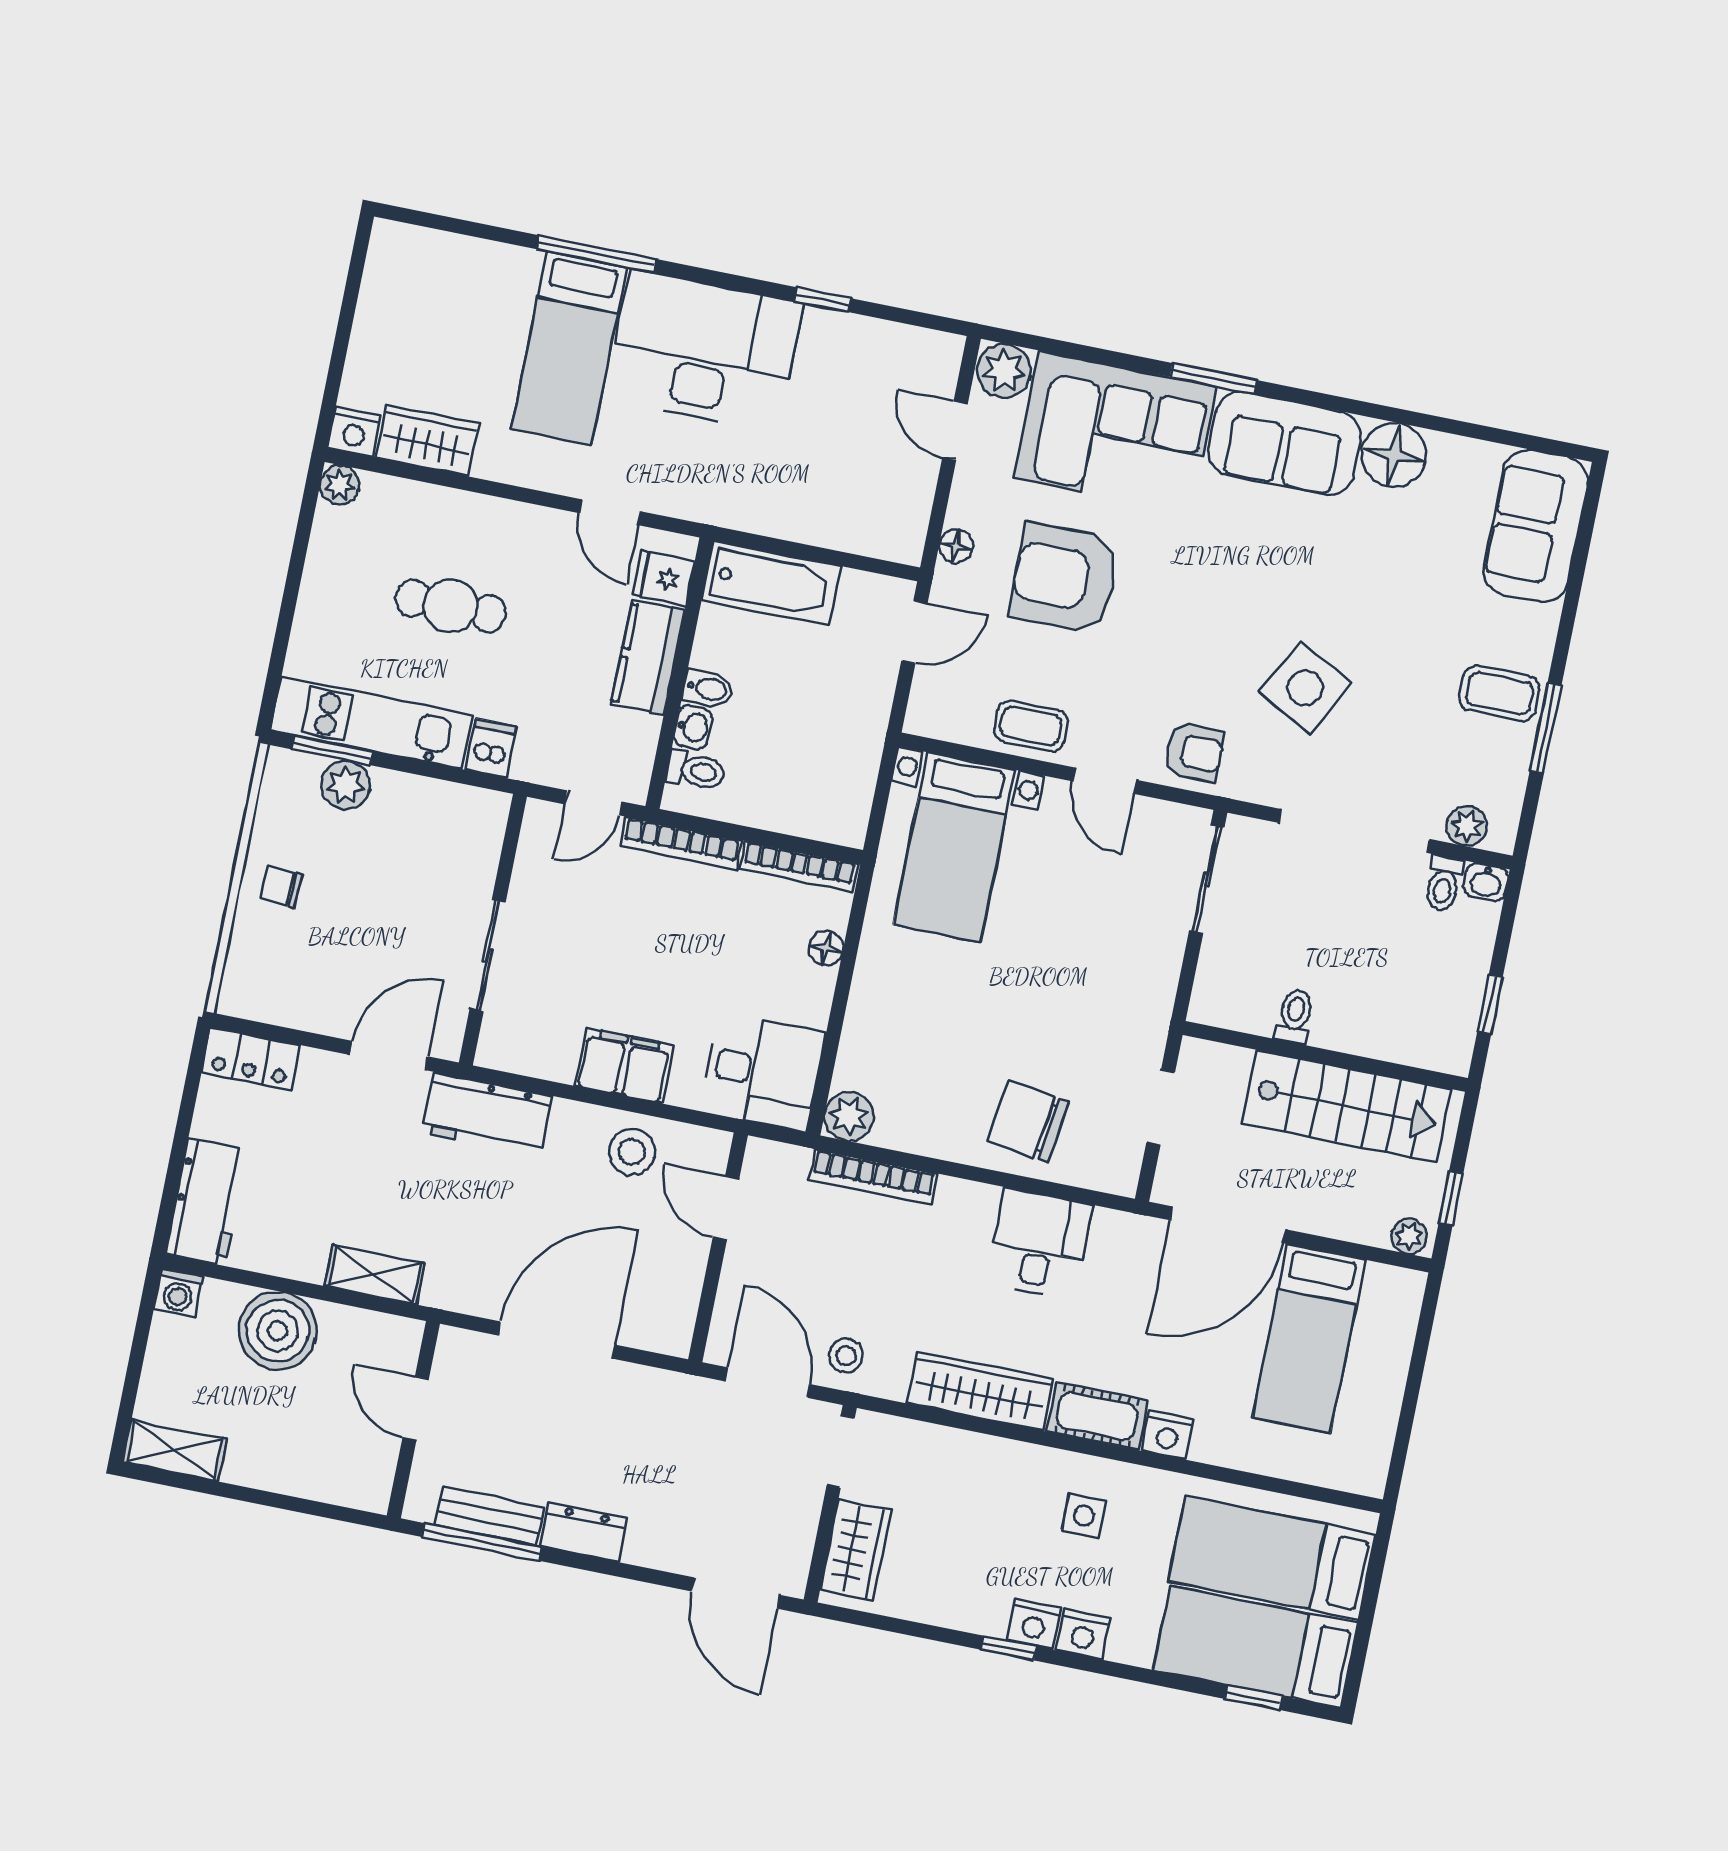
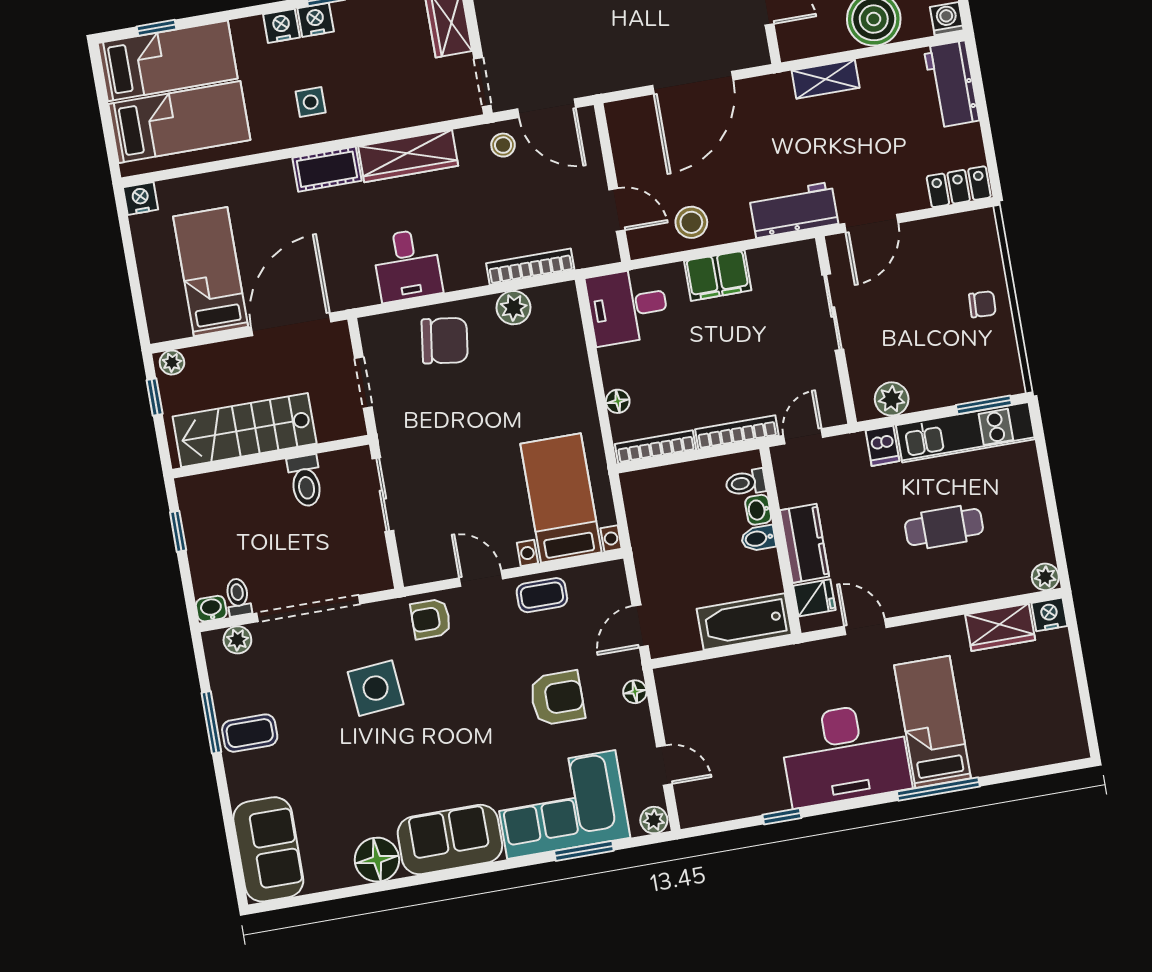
plant: (1004, 371) -> (654, 820), width x0.73, depth x0.73
window: (1213, 378) -> (584, 851), moved
armchair: (1065, 578) -> (557, 698), width x0.73, depth x0.73
side table: (1305, 688) -> (376, 688), turned -33
plant: (346, 785) -> (892, 399), moved
sliding door: (1207, 879) -> (383, 495), moved
toilet: (1295, 1016) -> (305, 481), width x1.37, depth x1.39
plant: (849, 1116) -> (514, 308), moved
nightstand: (1168, 1435) -> (141, 198), moved

